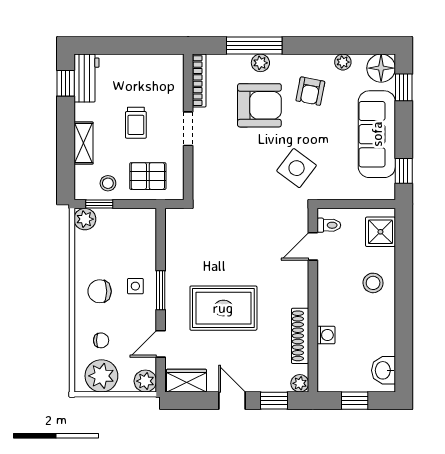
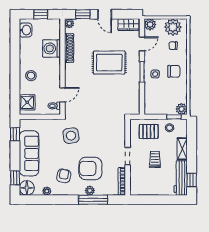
workbench: (86, 78) -> (181, 178), width x1.38
side table: (297, 168) -> (71, 136), turned 45
washing machine: (326, 335) -> (51, 48), width x1.89, depth x1.89

